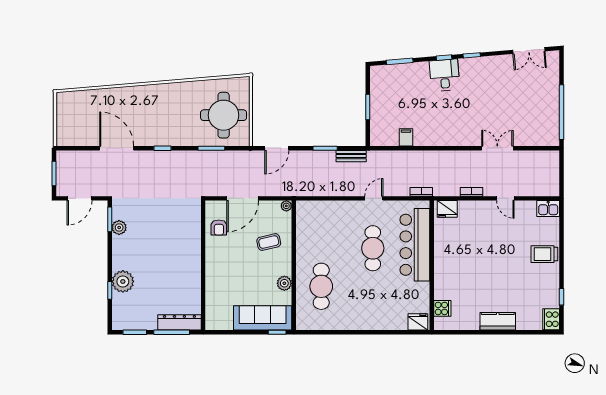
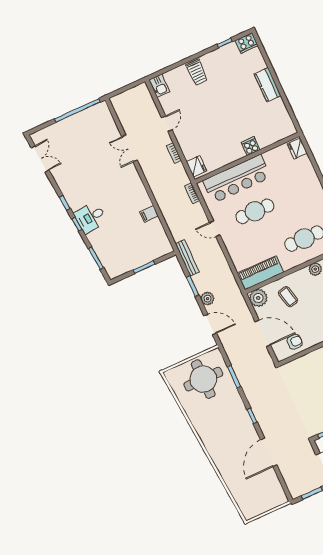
filing cabinet: (406, 137) -> (149, 214), moved
bench: (351, 156) -> (187, 258), width x1.36
plant: (305, 158) -> (208, 299), added
plant: (286, 206) -> (258, 298), width x1.88, depth x1.88
piano: (306, 225) -> (261, 273), added
cooker: (442, 308) -> (251, 146), moved

